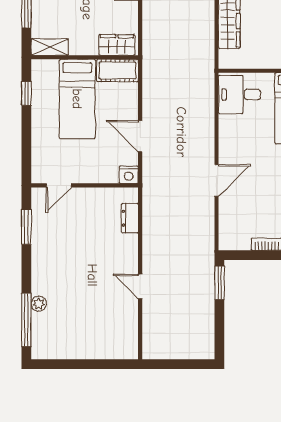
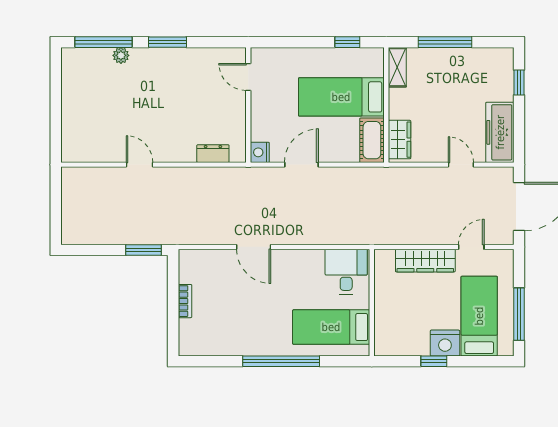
window: (26, 227) -> (167, 42), moved
door: (140, 286) -> (139, 165), hinge flipped

